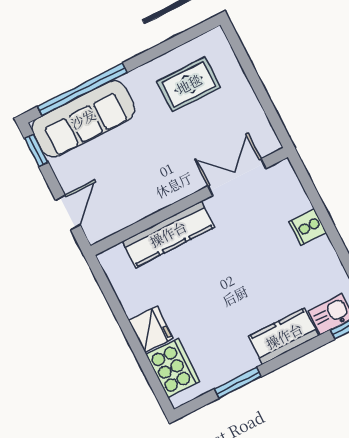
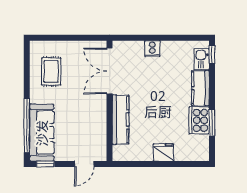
double door: (237, 177) -> (110, 71), width x1.37
door: (68, 213) -> (84, 164), swing flipped
cooker: (173, 368) -> (199, 120), moved, turned -90

